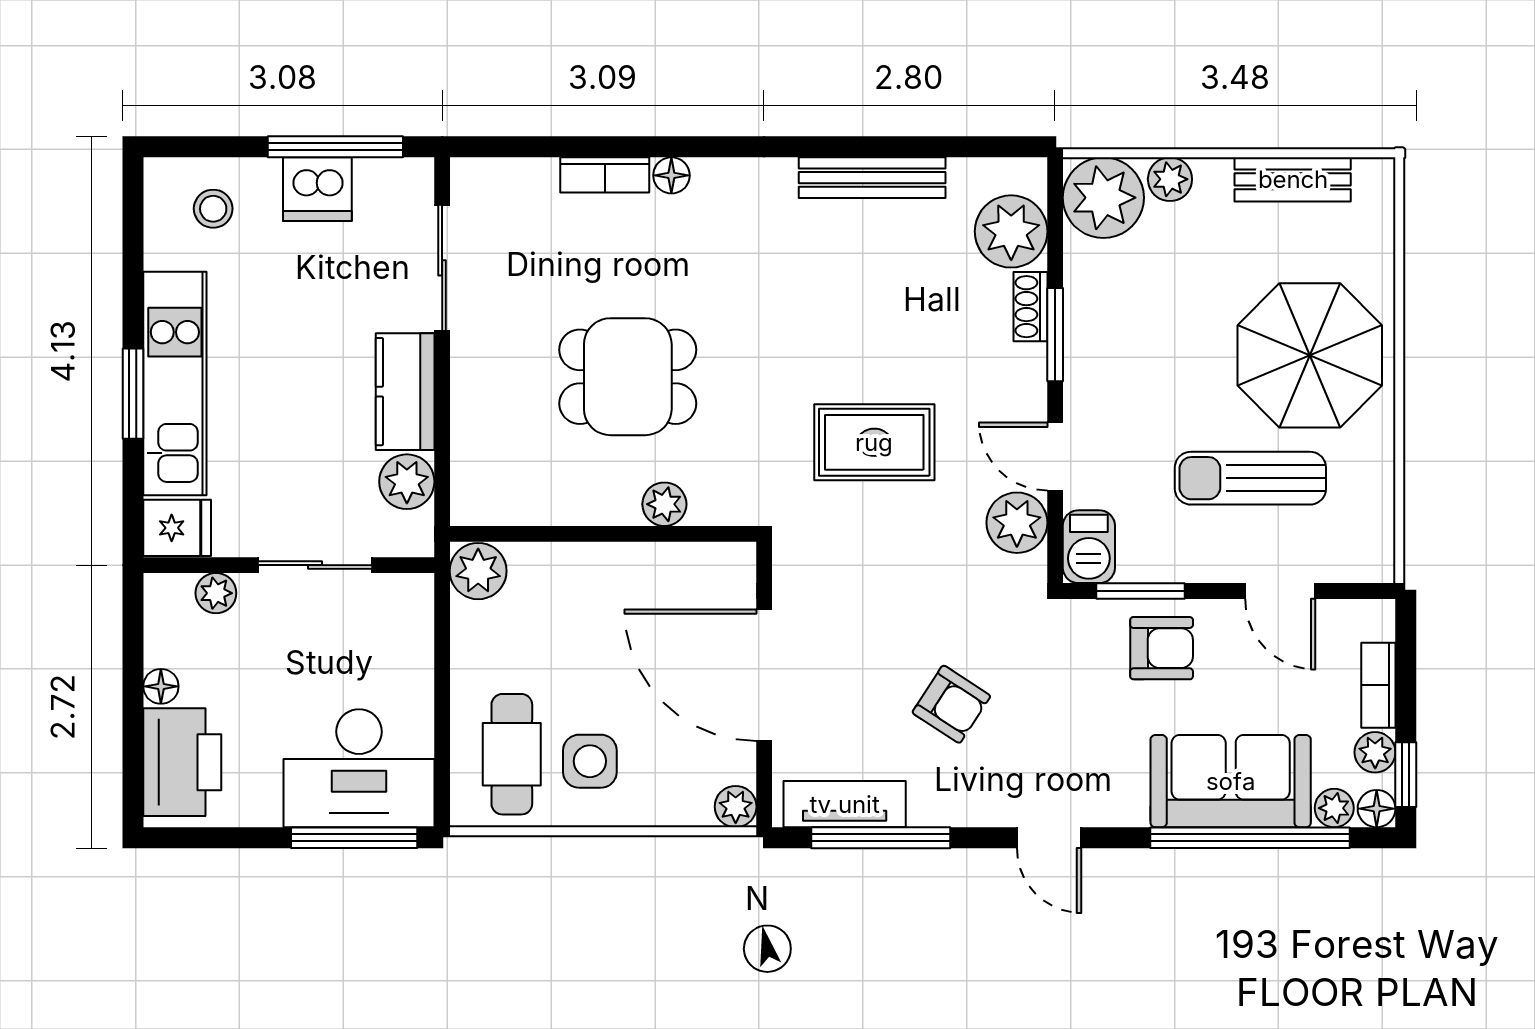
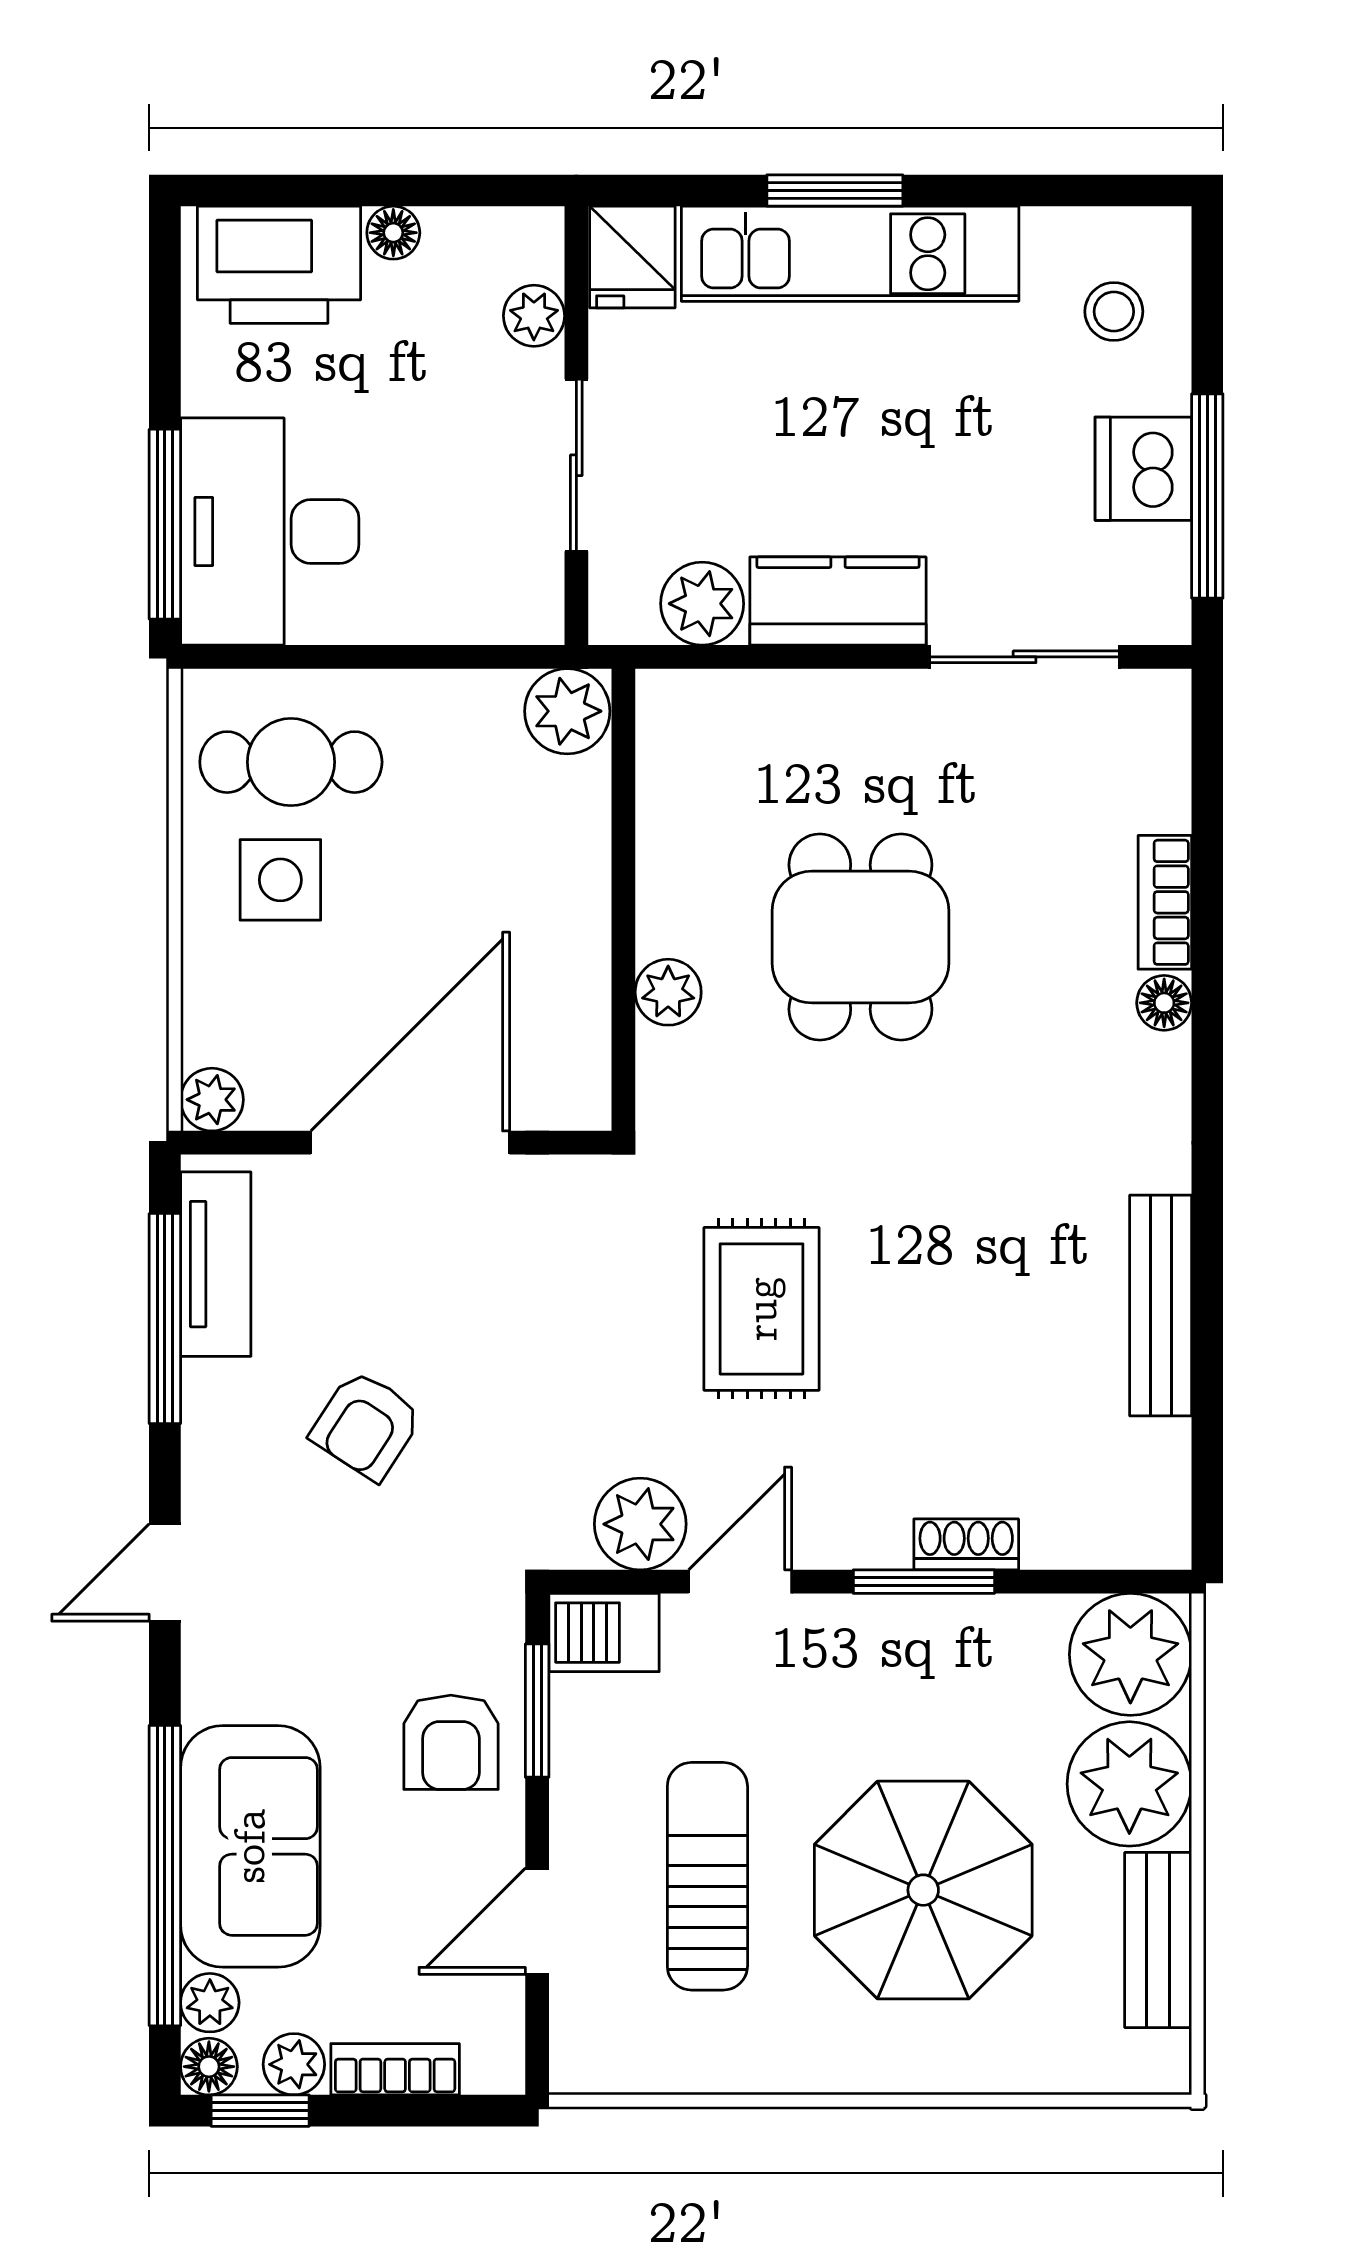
plant: (1170, 179) -> (1129, 1784), width x1.87, depth x1.87
plant: (1011, 231) -> (1080, 1515), removed
parasol: (1310, 355) -> (923, 1890), moved

